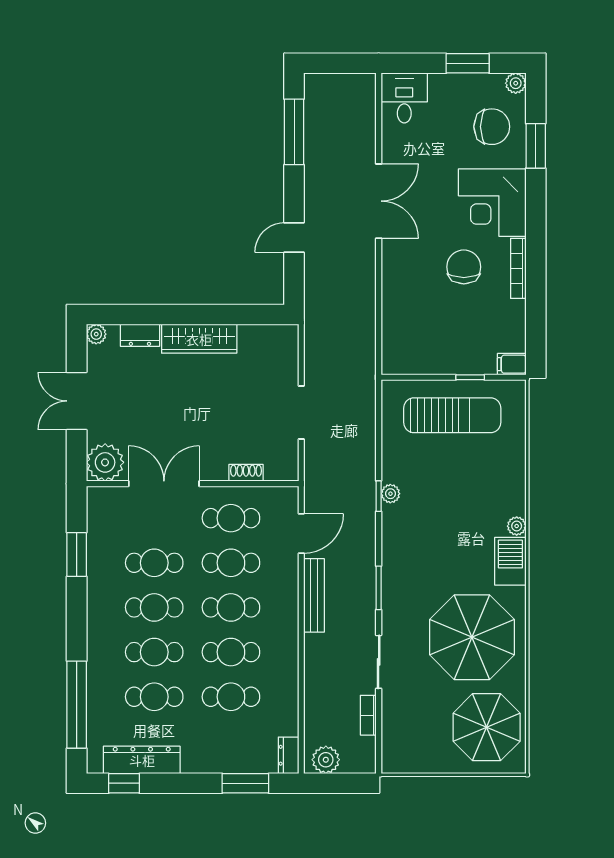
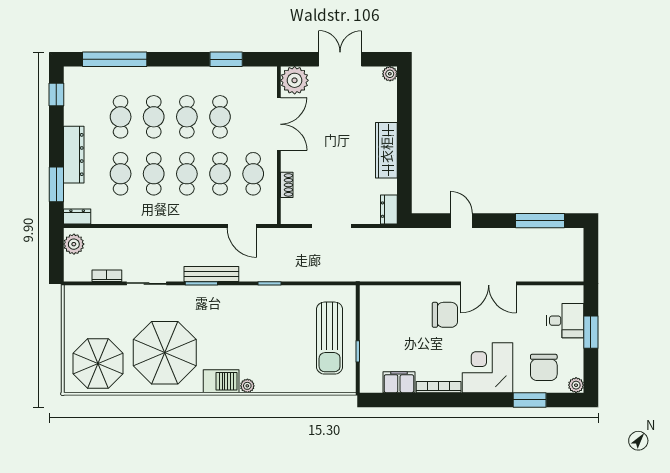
window: (468, 63) -> (591, 332), moved
desk: (404, 98) -> (565, 321), moved
chair: (464, 267) -> (445, 315), moved
dresser: (140, 335) -> (389, 210), moved
filing cabinet: (512, 364) -> (399, 382), moved, width x2.00
plant: (390, 494) -> (271, 292), removed
bench: (314, 595) -> (211, 274), moved
dresser: (142, 760) -> (74, 155), moved

